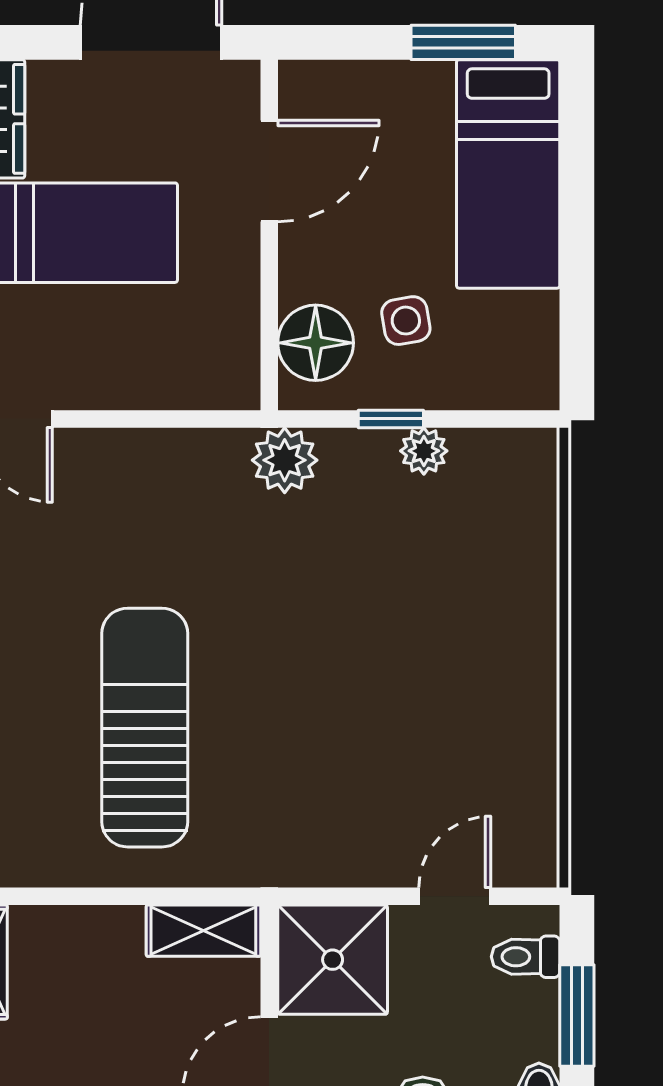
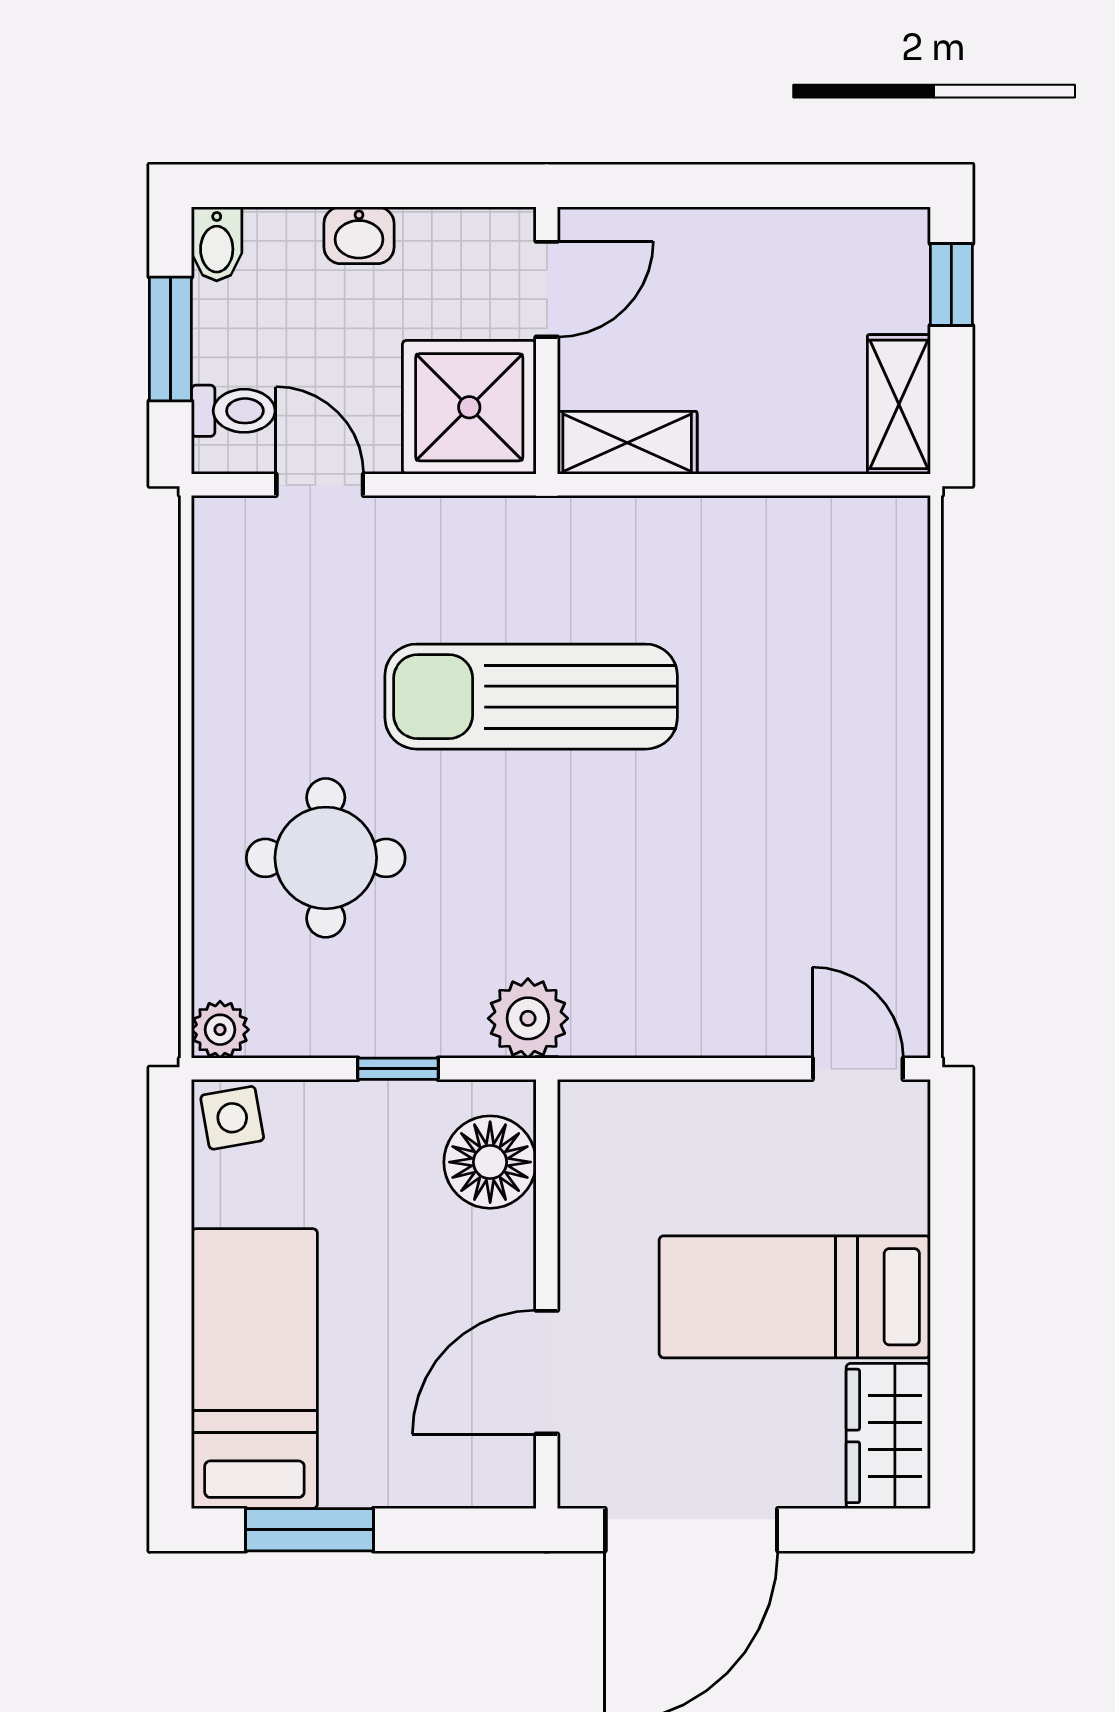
side table: (406, 321) -> (232, 1118), moved
plant: (424, 451) -> (220, 1030), moved
round table: (450, 591) -> (326, 858), added
sun lounger: (145, 728) -> (531, 697), moved, turned 90
door: (455, 896) -> (320, 485), swing flipped

